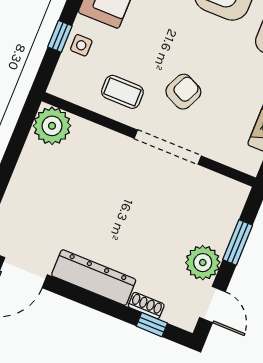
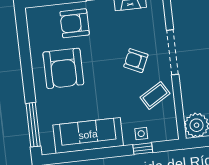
coffee table: (122, 92) -> (155, 95), turned 59

